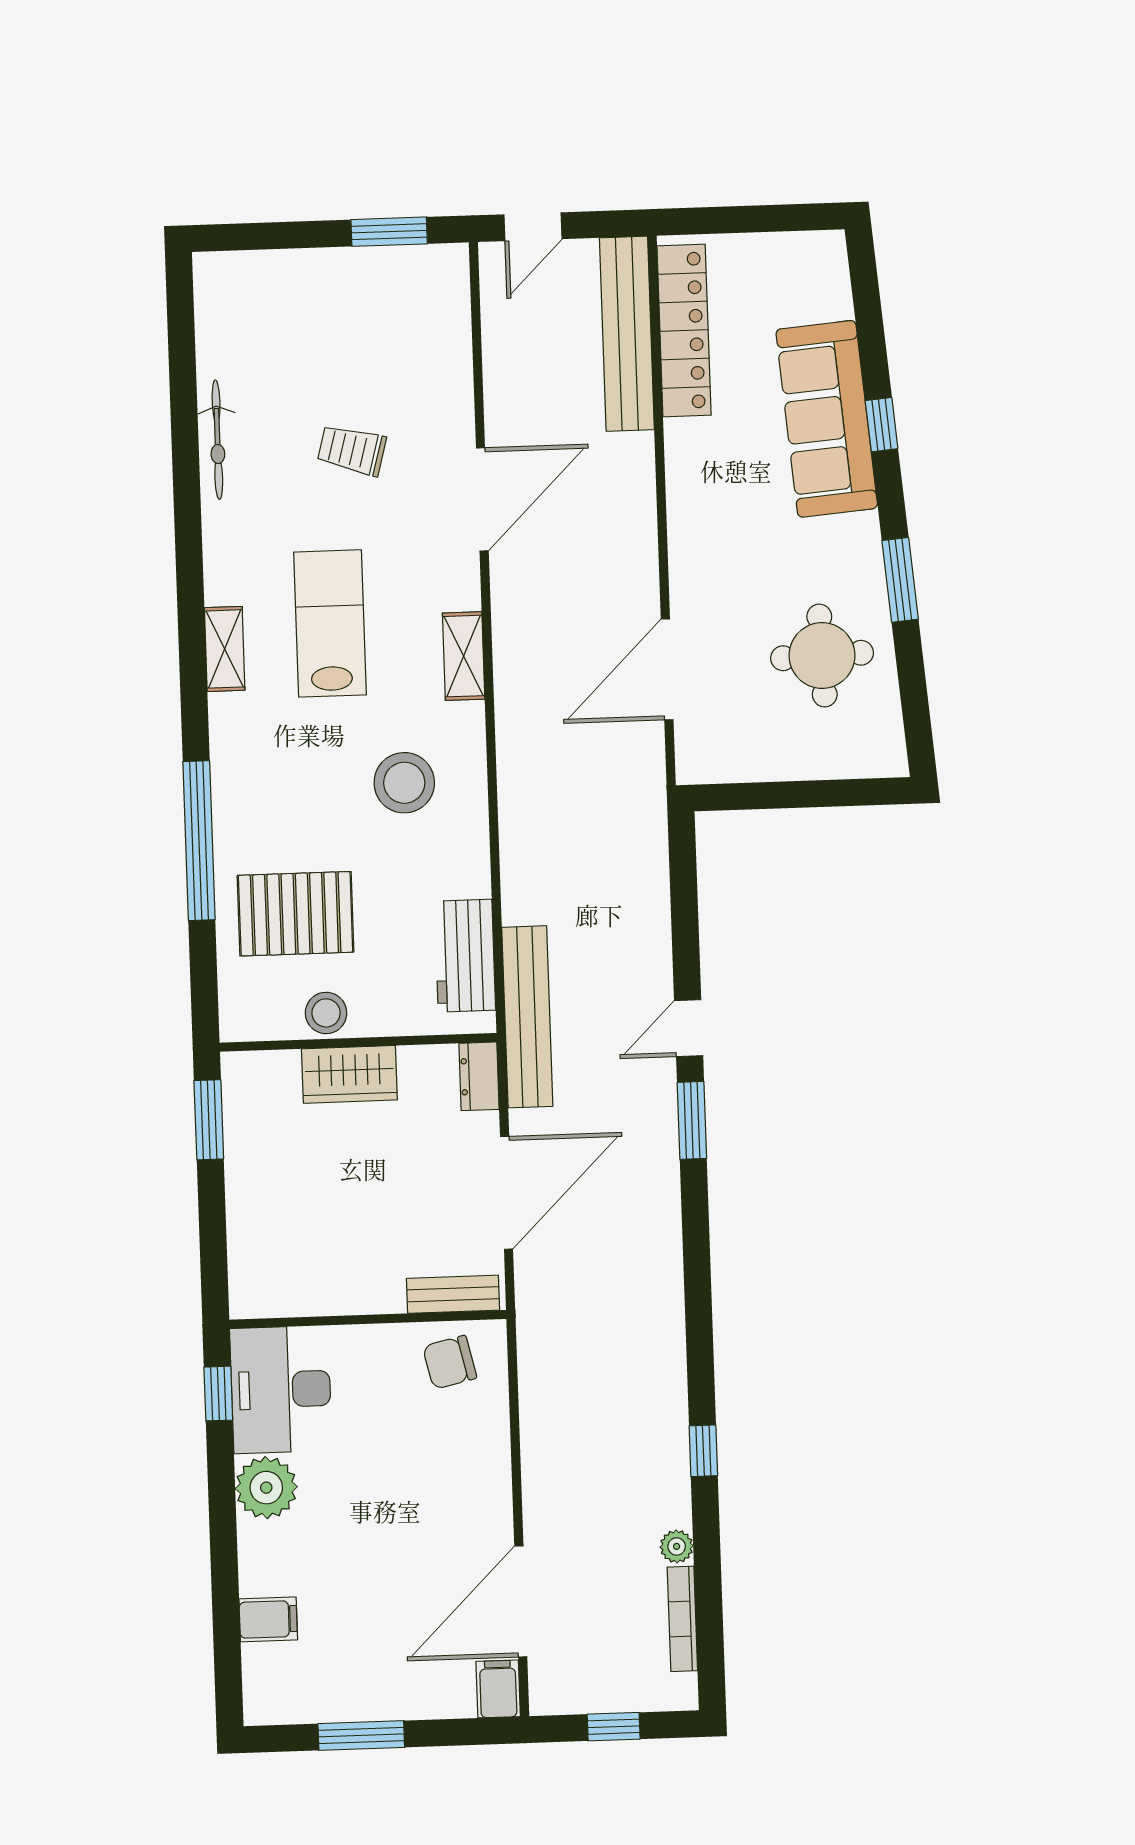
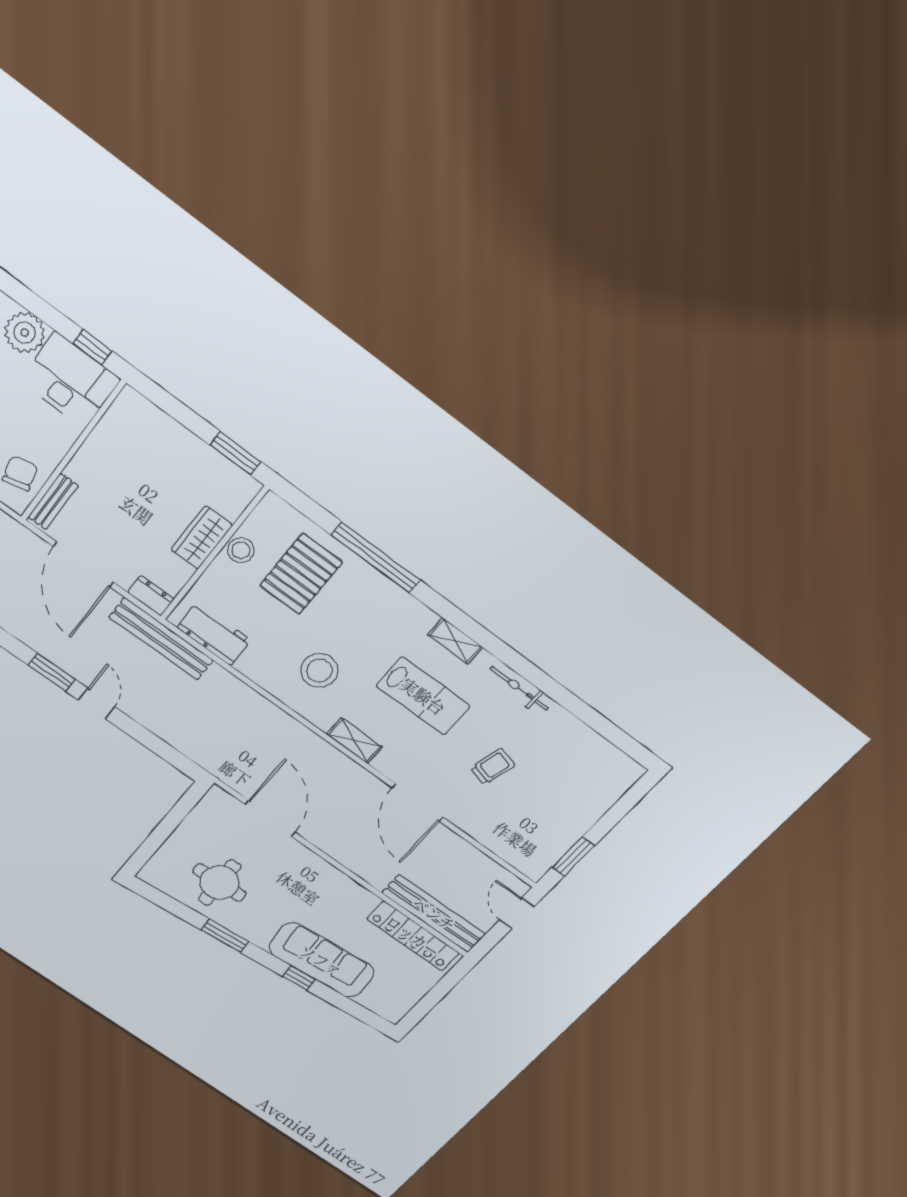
bicycle: (217, 440) -> (519, 689), moved

